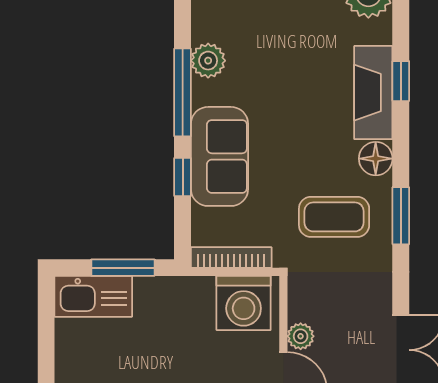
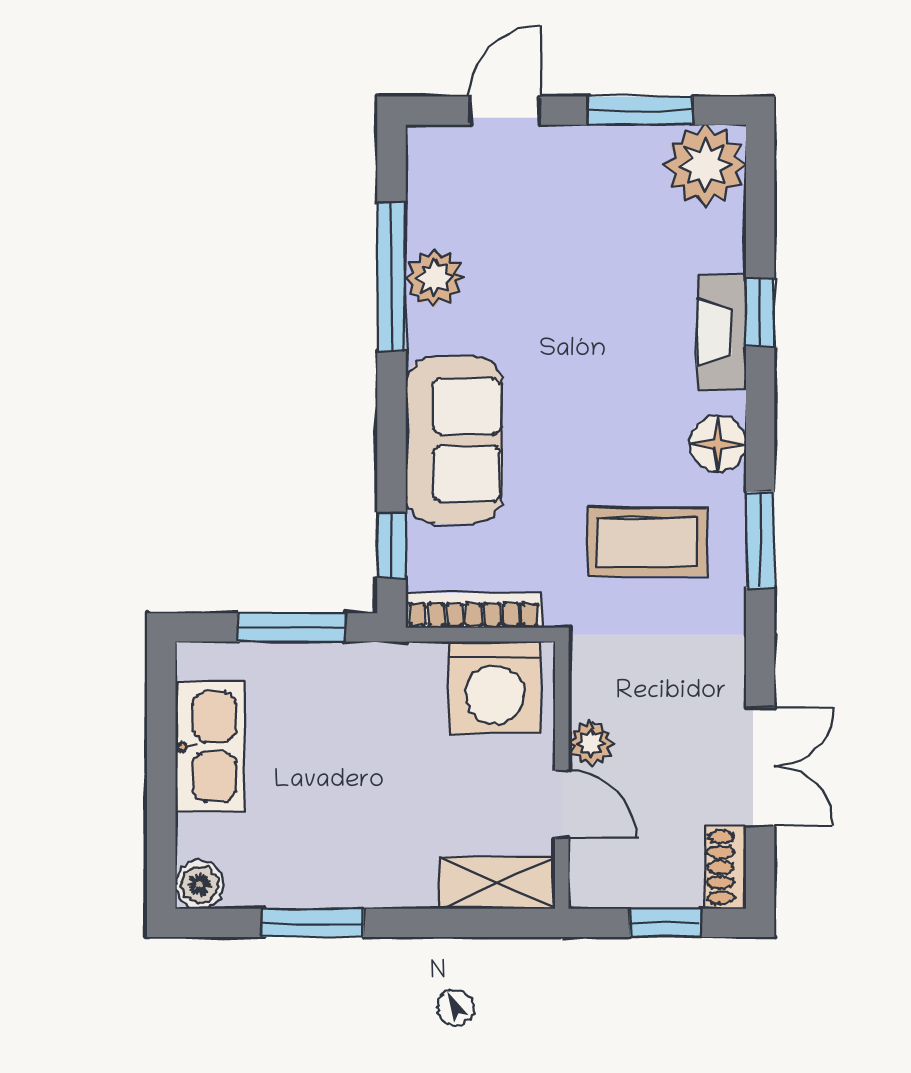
window: (183, 92) -> (392, 276), moved
fireplace: (373, 93) -> (721, 332), width x0.73, depth x0.76
window: (183, 177) -> (392, 546), moved
kitchen sink: (93, 296) -> (210, 747), moved, turned -90

